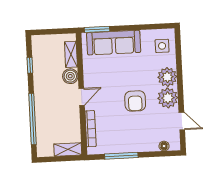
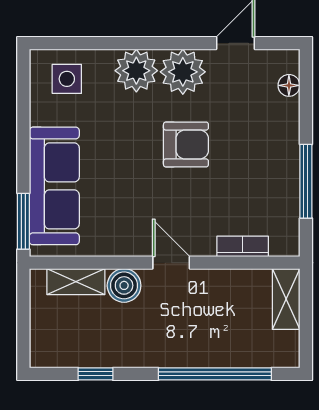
bookcase: (91, 129) -> (243, 246), width x0.64

